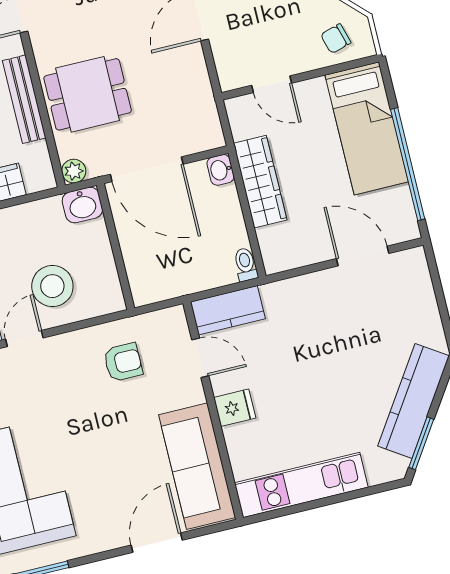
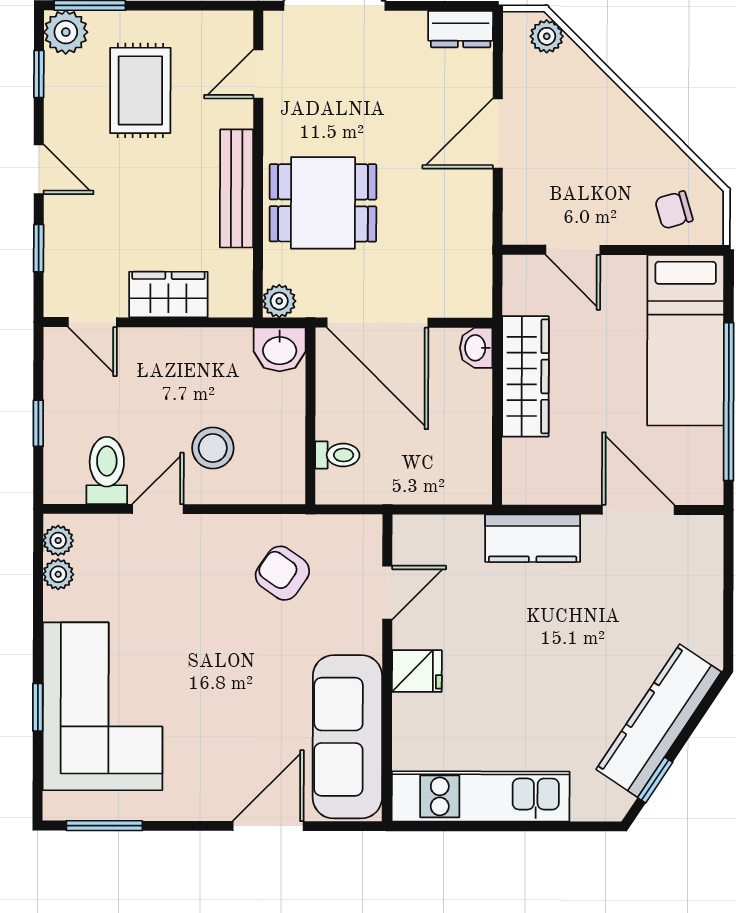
toilet: (246, 264) -> (337, 455), moved, turned 90
stool: (52, 286) -> (213, 448), width x0.73, depth x0.73
kitchen counter: (228, 310) -> (533, 538), moved
door: (200, 358) -> (387, 593), hinge flipped
armchair: (123, 362) -> (282, 573), turned -145
window: (421, 443) -> (655, 780), width x0.67

